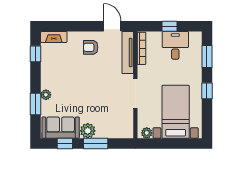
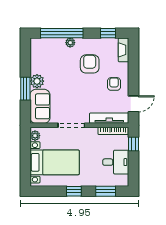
window: (170, 26) -> (134, 144), moved
armchair: (69, 74) -> (90, 64), added
window: (36, 104) -> (62, 33), width x2.11
sofa: (61, 128) -> (40, 106), moved
window: (65, 143) -> (25, 60), removed

